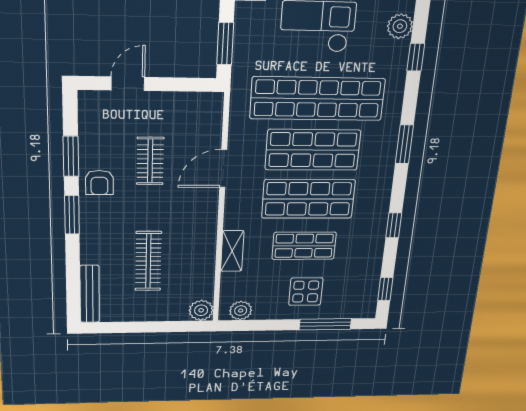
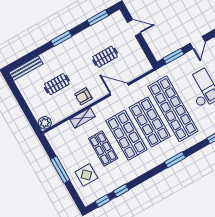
window: (71, 156) -> (98, 18), moved
armchair: (99, 183) -> (83, 96), moved
window: (394, 225) -> (121, 190), moved
clothes rail: (148, 261) -> (57, 84), width x0.73
display table: (306, 292) -> (86, 175), moved
plant: (241, 311) -> (55, 141), removed
window: (325, 324) -> (60, 170), moved

